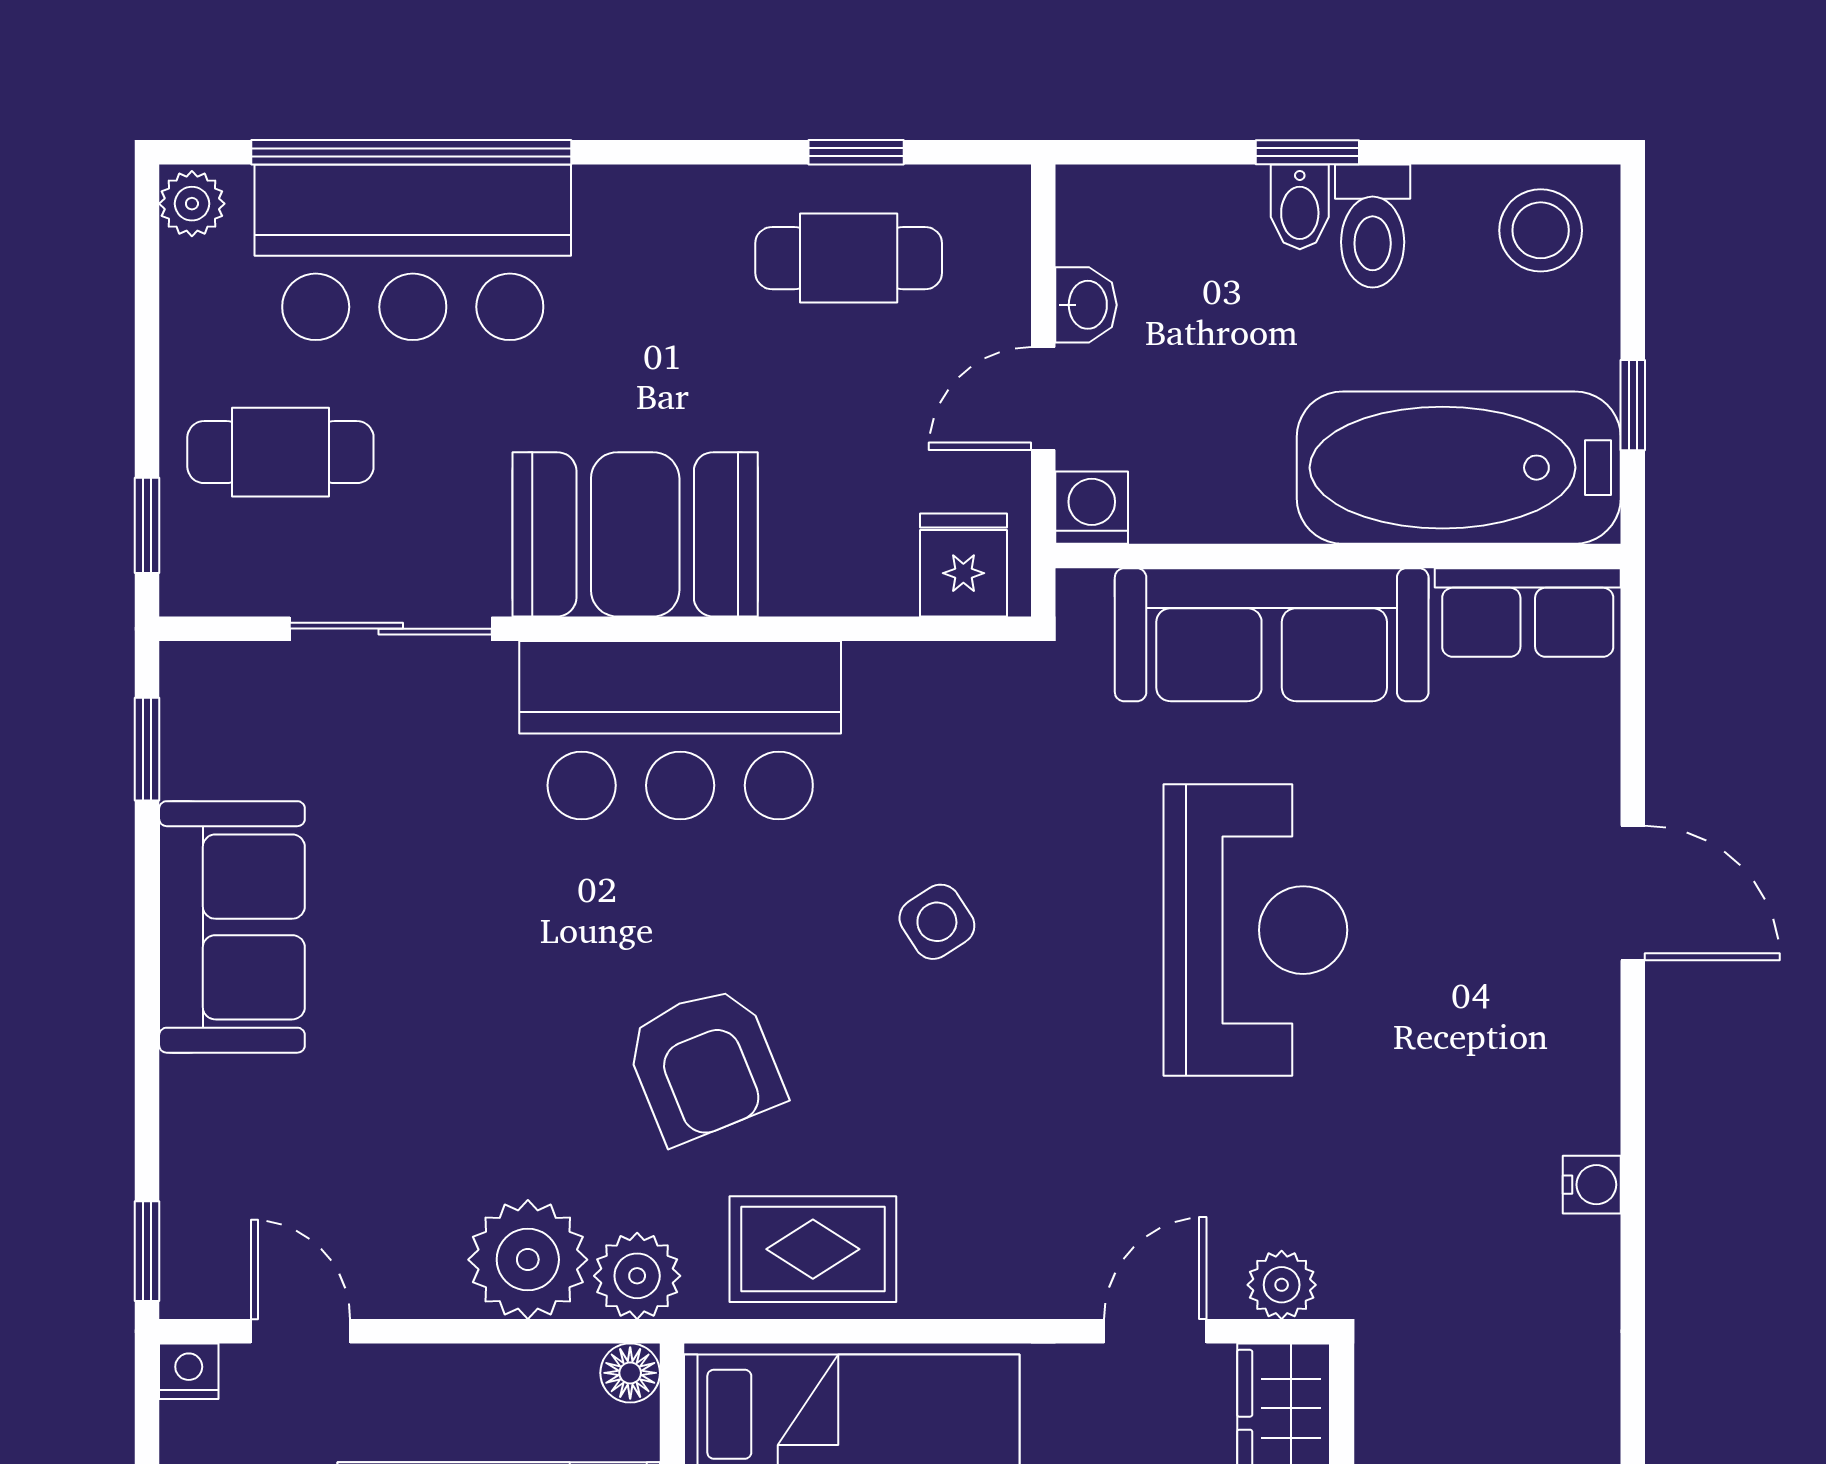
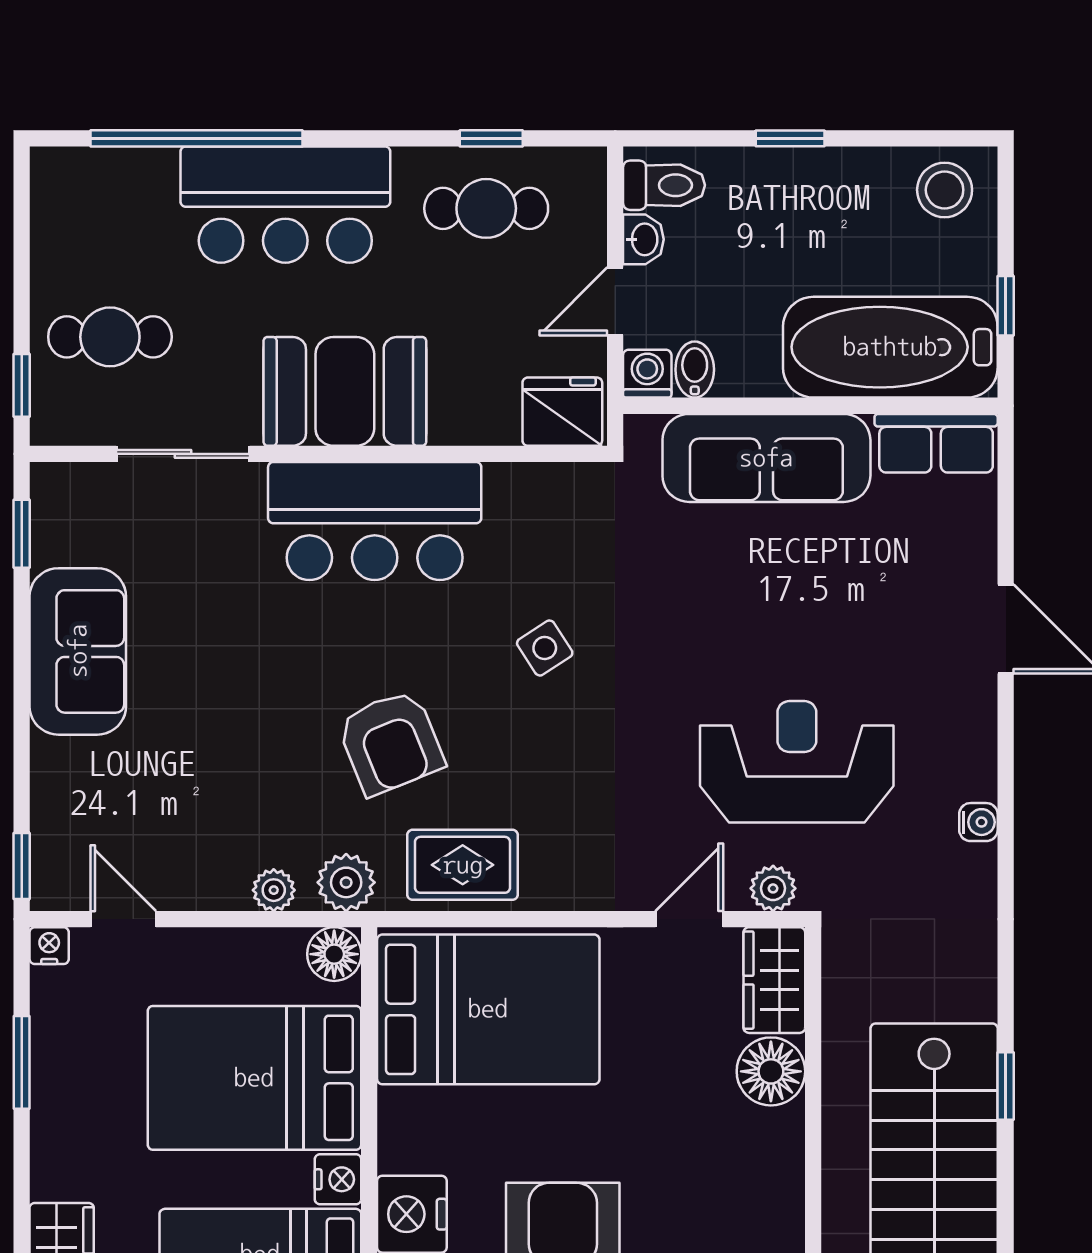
plant: (192, 204) -> (51, 172), removed
bidet: (1300, 207) -> (695, 370), moved, turned 180
toilet: (1373, 226) -> (664, 185), moved, turned -90
bar counter: (413, 252) -> (285, 205), moved
fridge: (963, 565) -> (562, 412), width x1.38
reception desk: (1255, 930) -> (797, 762), moved, turned -90
plant: (528, 1260) -> (274, 890), width x0.53, depth x0.53
floor lamp: (630, 1373) -> (334, 954), width x1.37, depth x1.37

